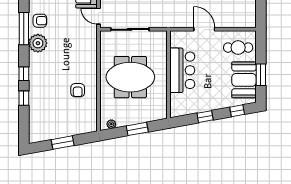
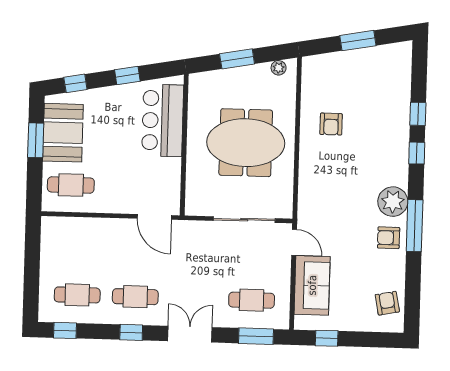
door: (204, 29) -> (154, 217), moved
bar counter: (182, 70) -> (163, 120), moved
armchair: (78, 90) -> (331, 124), turned 180

